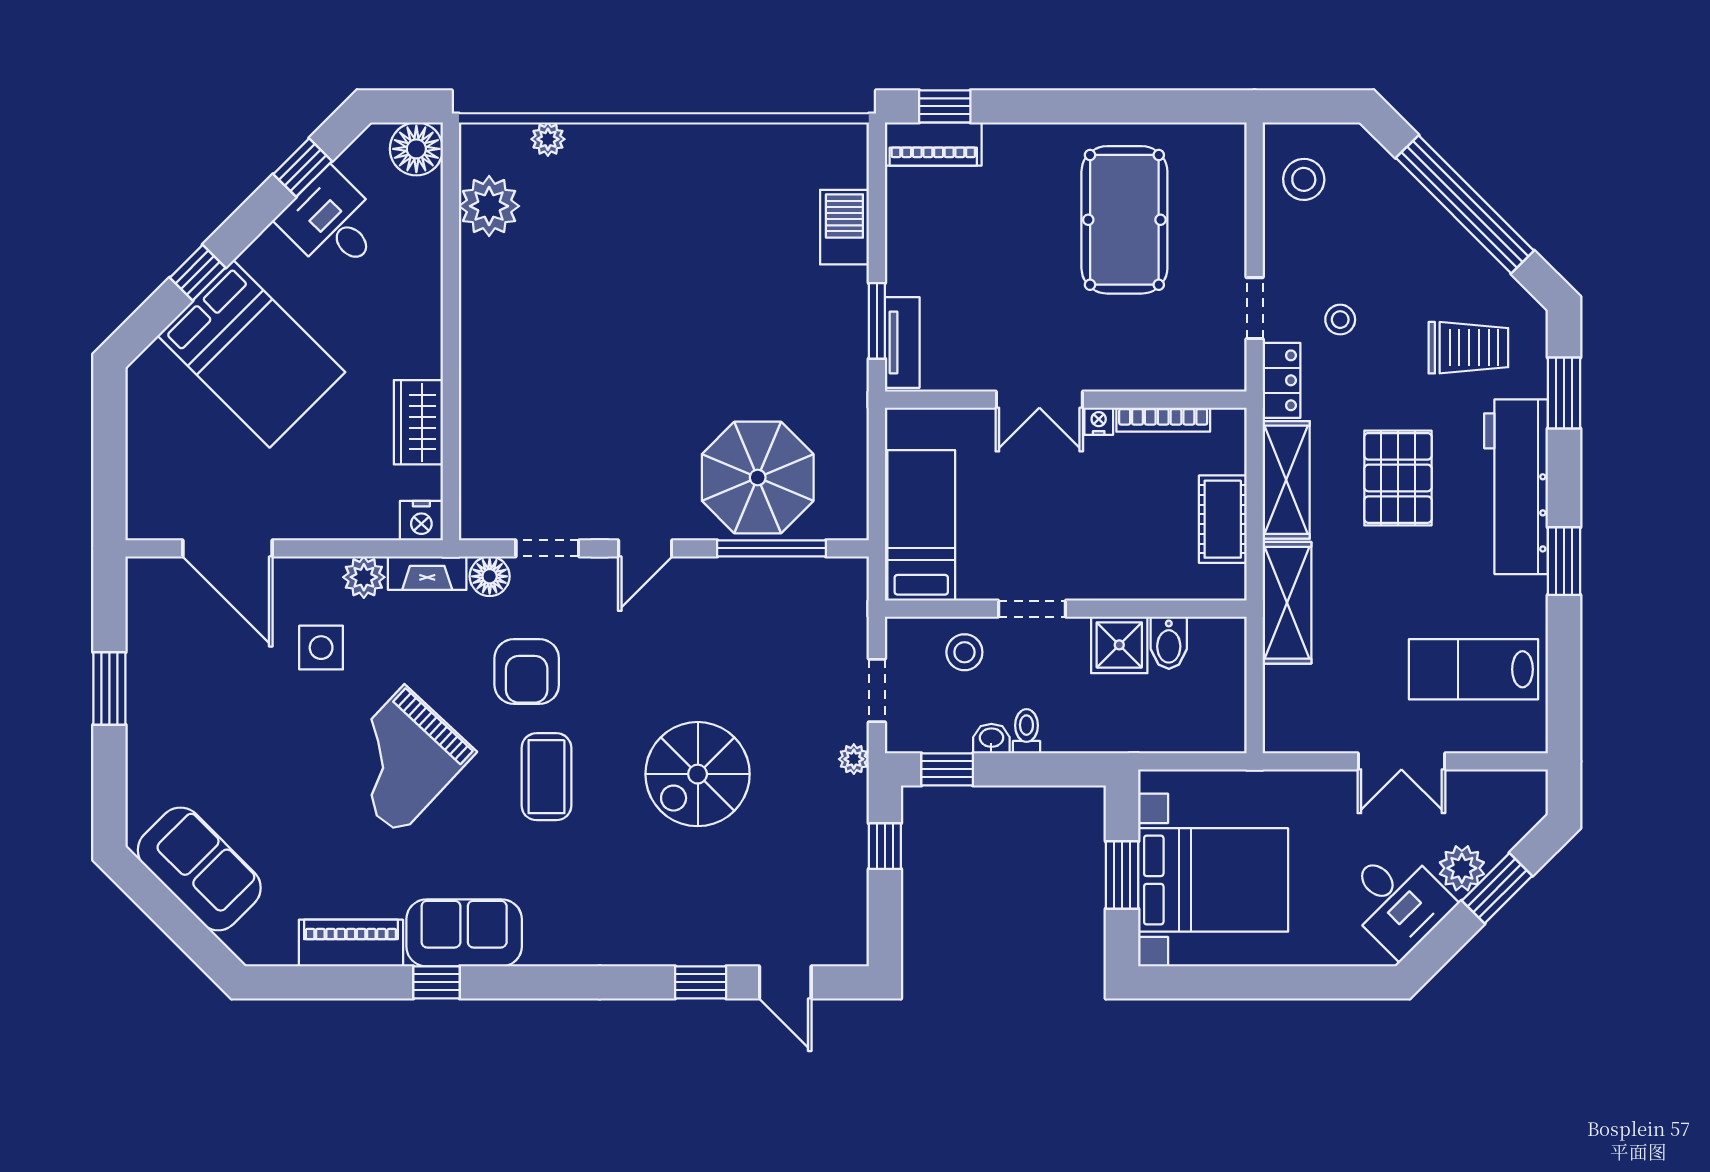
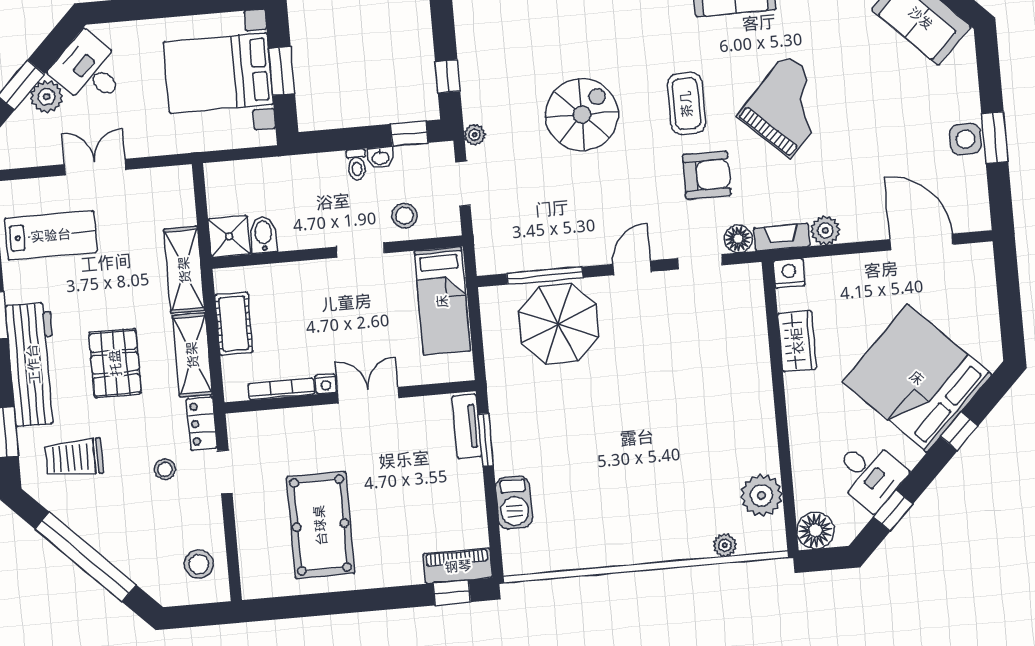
bed: (251, 354) -> (917, 378), width x1.36
shower: (1119, 645) -> (229, 236), moved
side table: (321, 648) -> (965, 139), moved
armchair: (527, 672) -> (707, 175), turned 90

